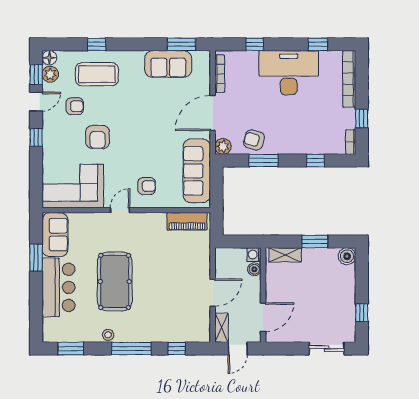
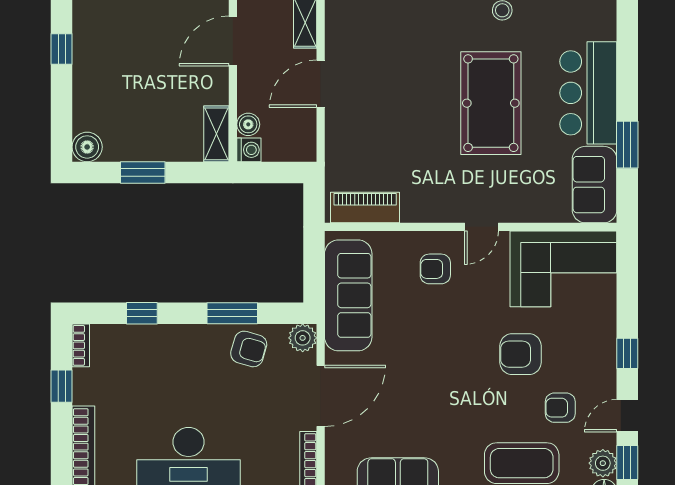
armchair: (98, 137) -> (520, 354), turned -90
shelving: (285, 255) -> (216, 134), moved, turned 90

